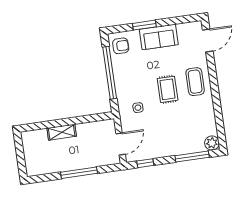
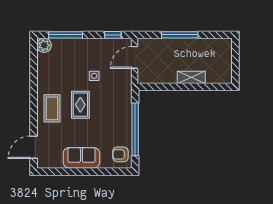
window: (144, 25) -> (94, 172), removed
side table: (138, 108) -> (94, 76), moved

